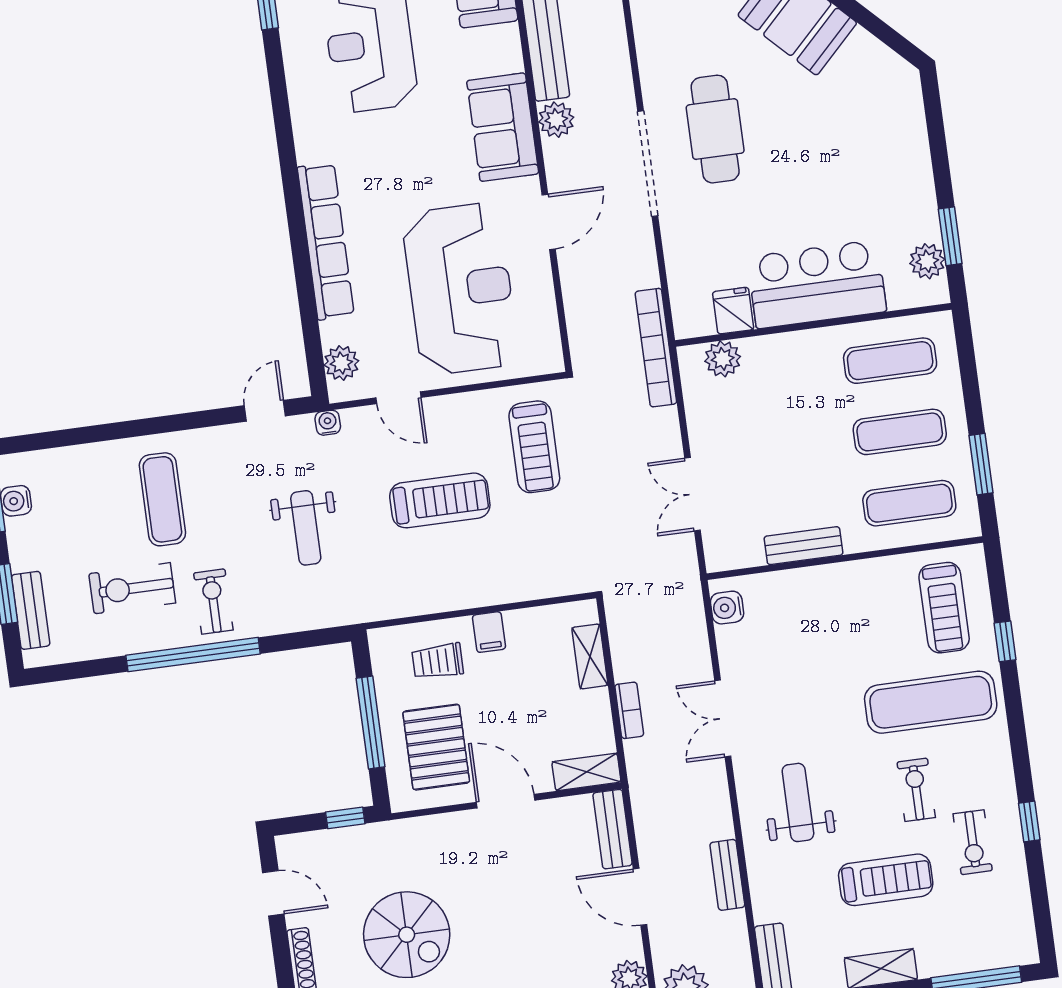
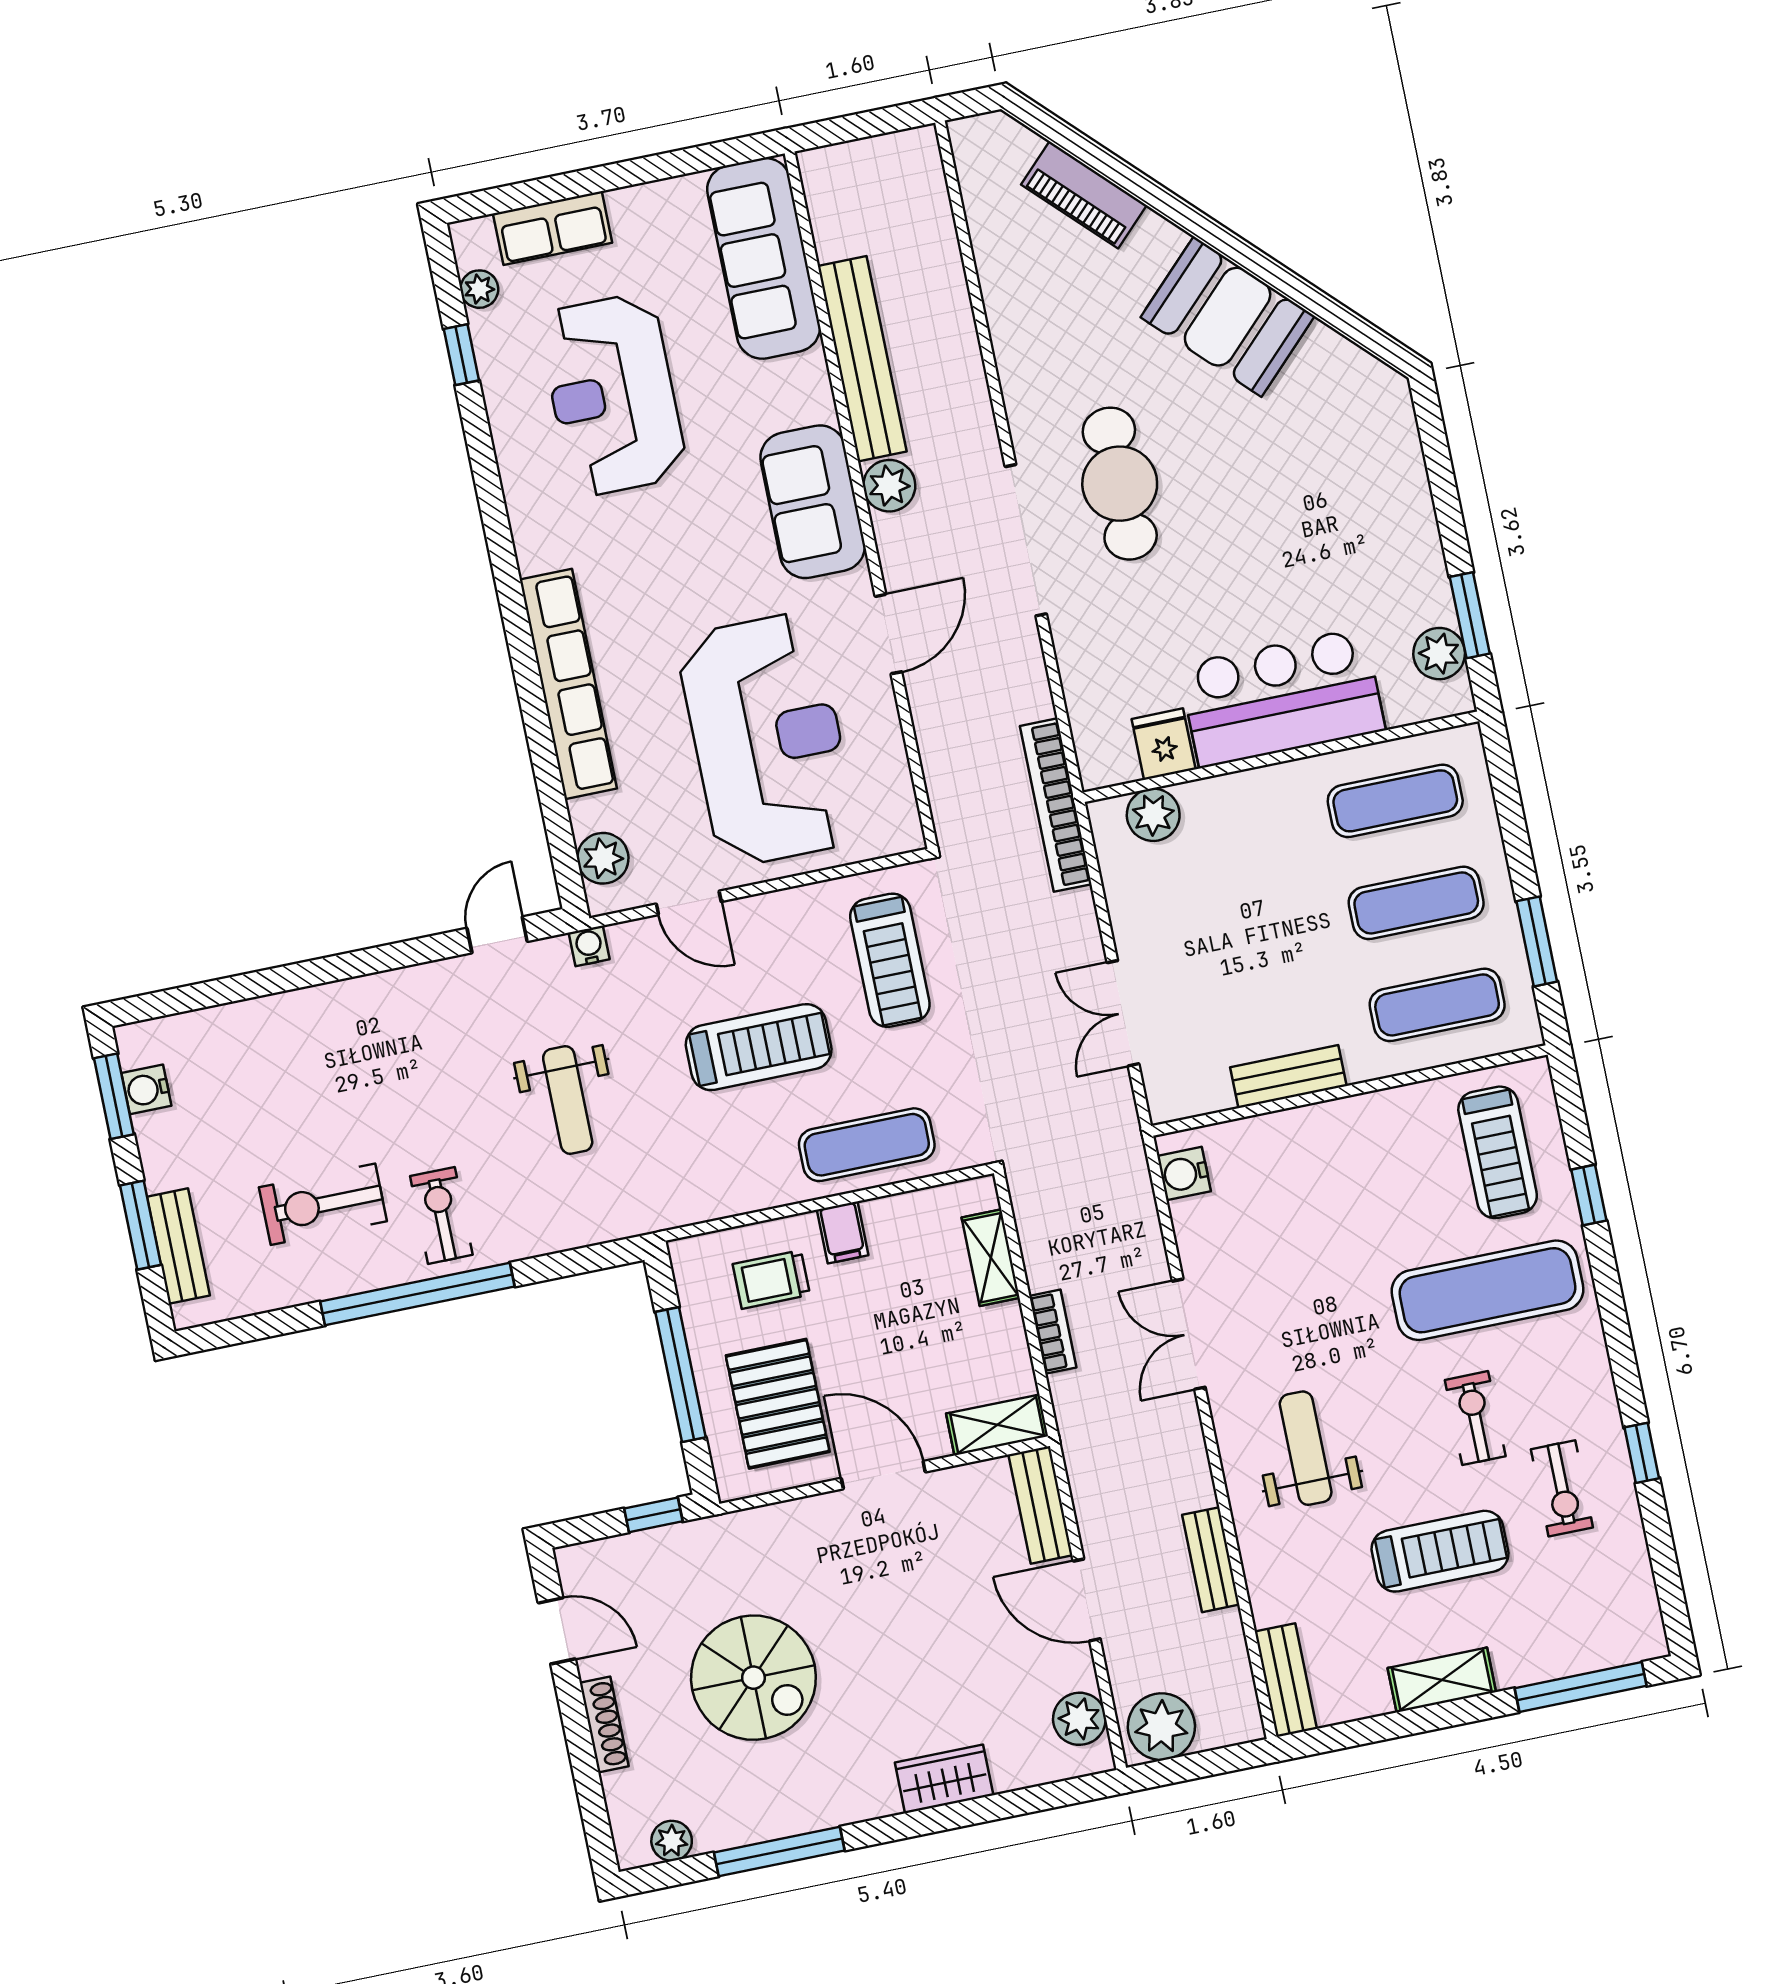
exercise mat: (162, 499) -> (867, 1145), moved, turned 90

